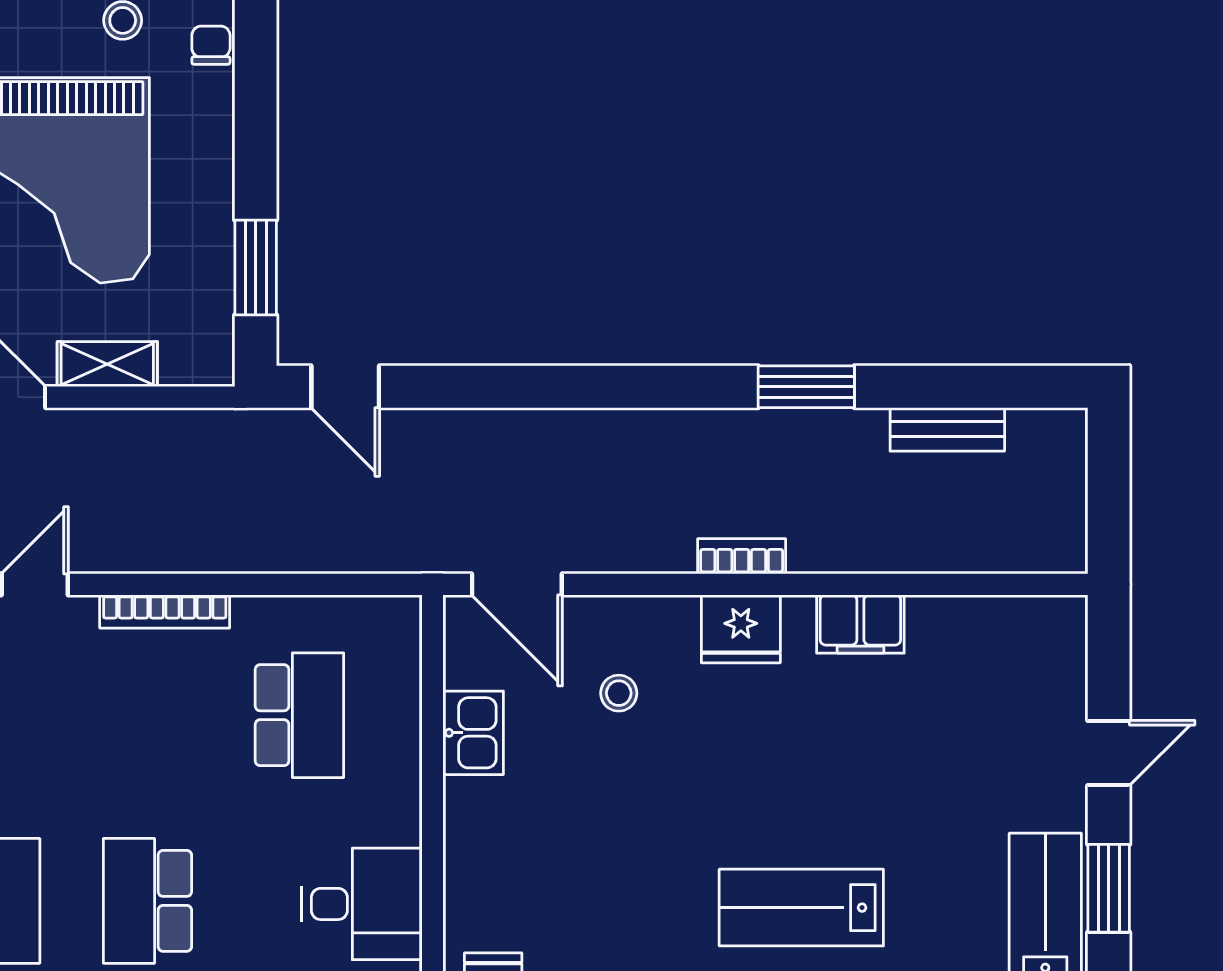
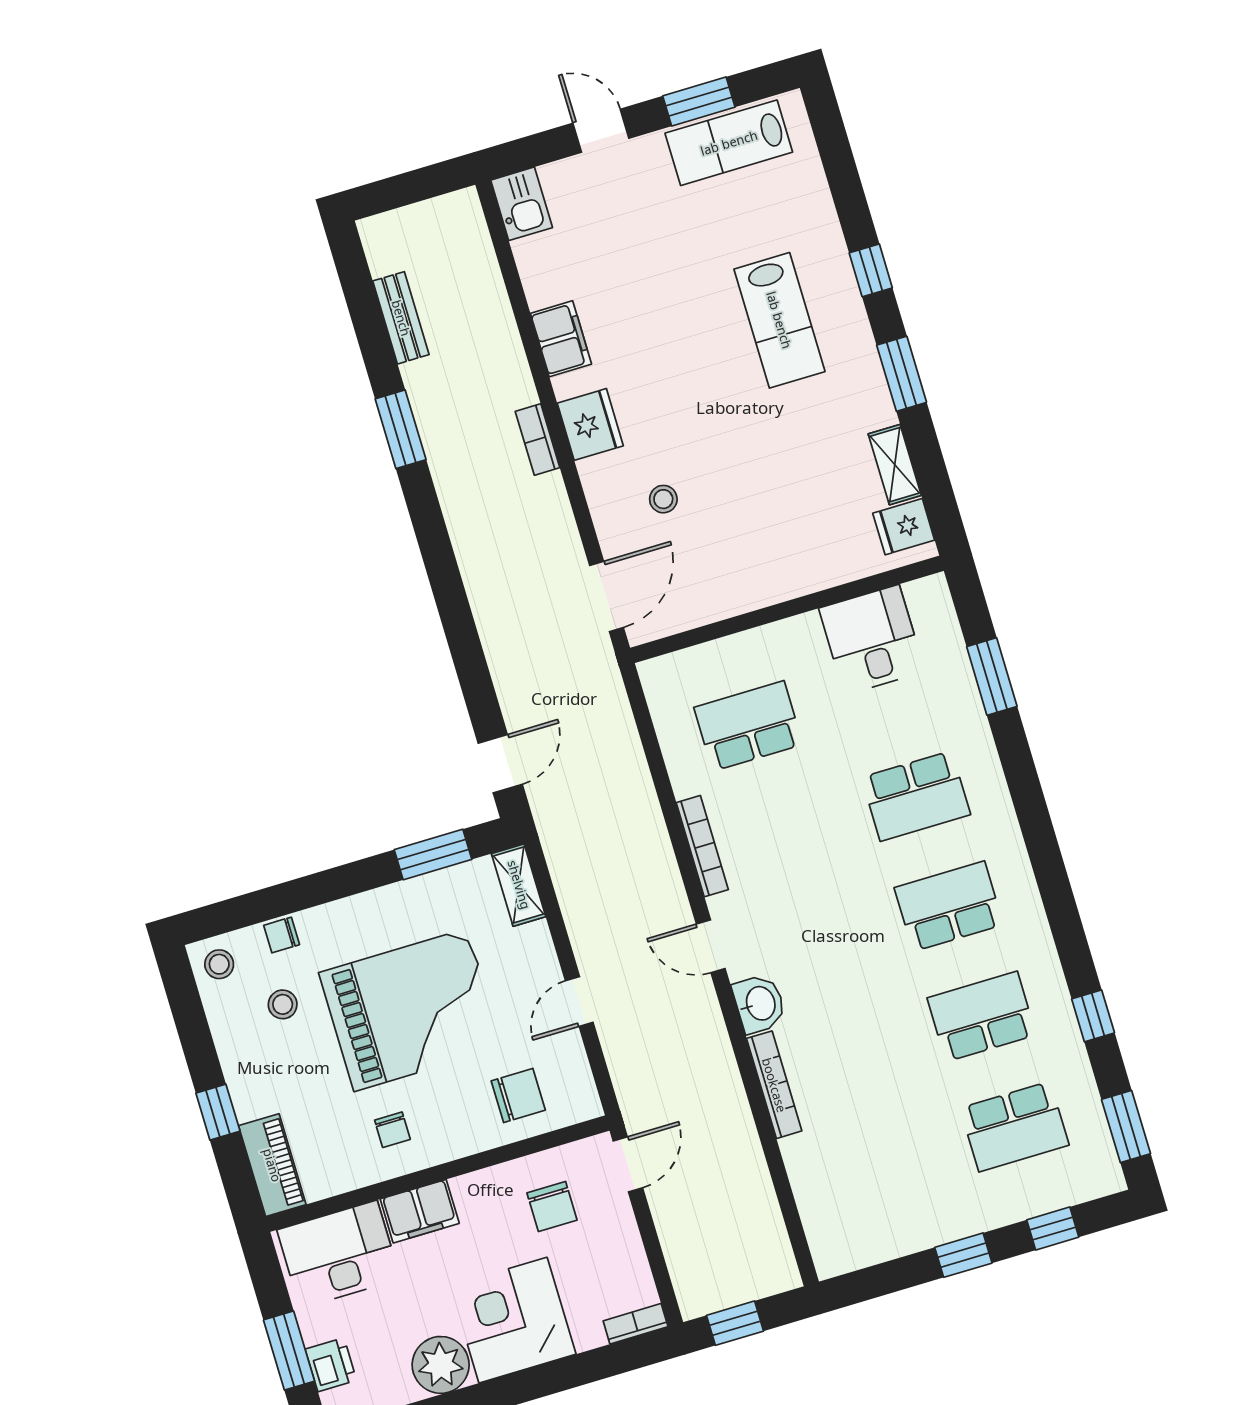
shelving: (107, 364) -> (519, 885), moved
kitchen sink: (473, 733) -> (522, 204), moved, turned 90

